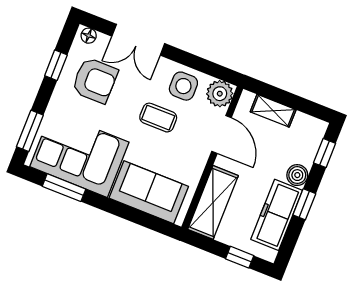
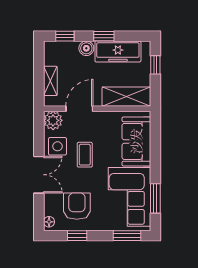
double door: (138, 40) -> (39, 175), moved

